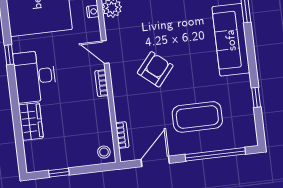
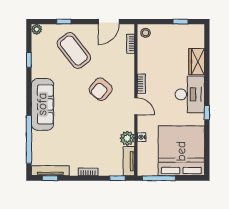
coffee table: (197, 117) -> (74, 51), turned 52
plant: (251, 140) -> (37, 29), added
window: (215, 154) -> (64, 22), width x0.32

